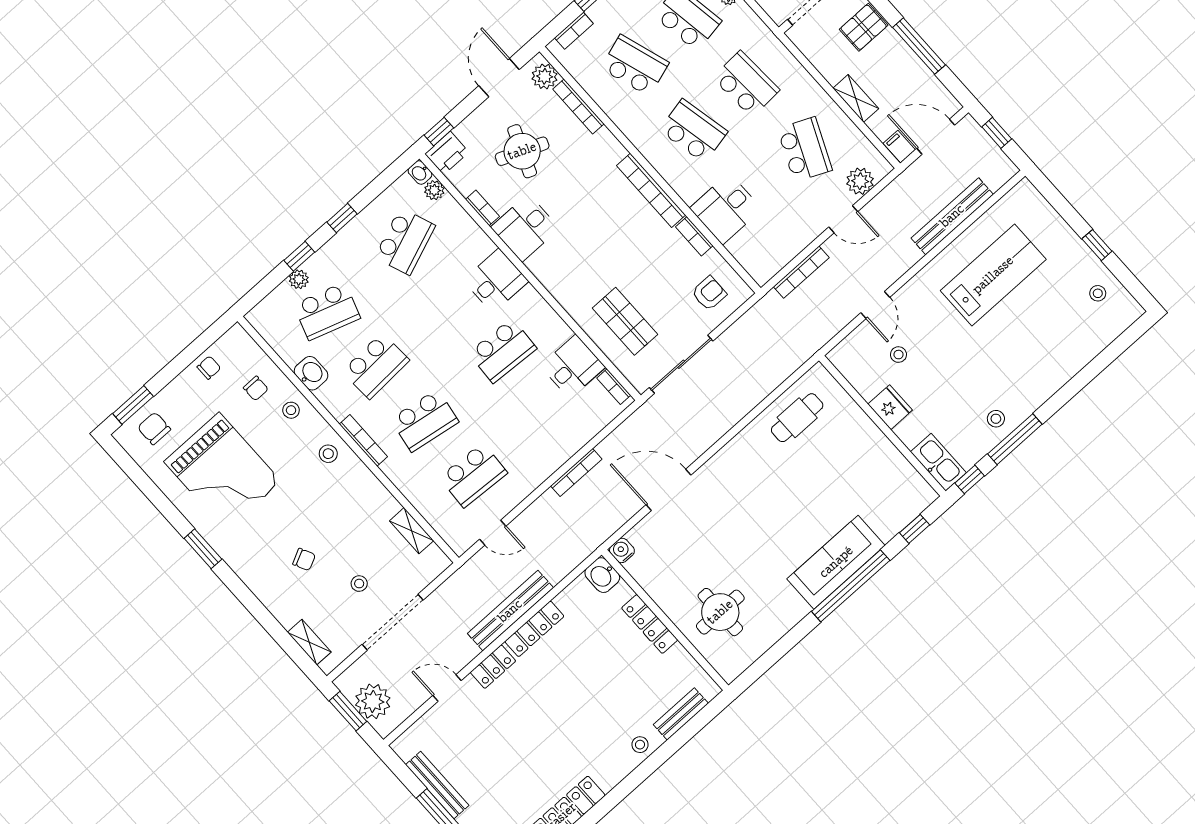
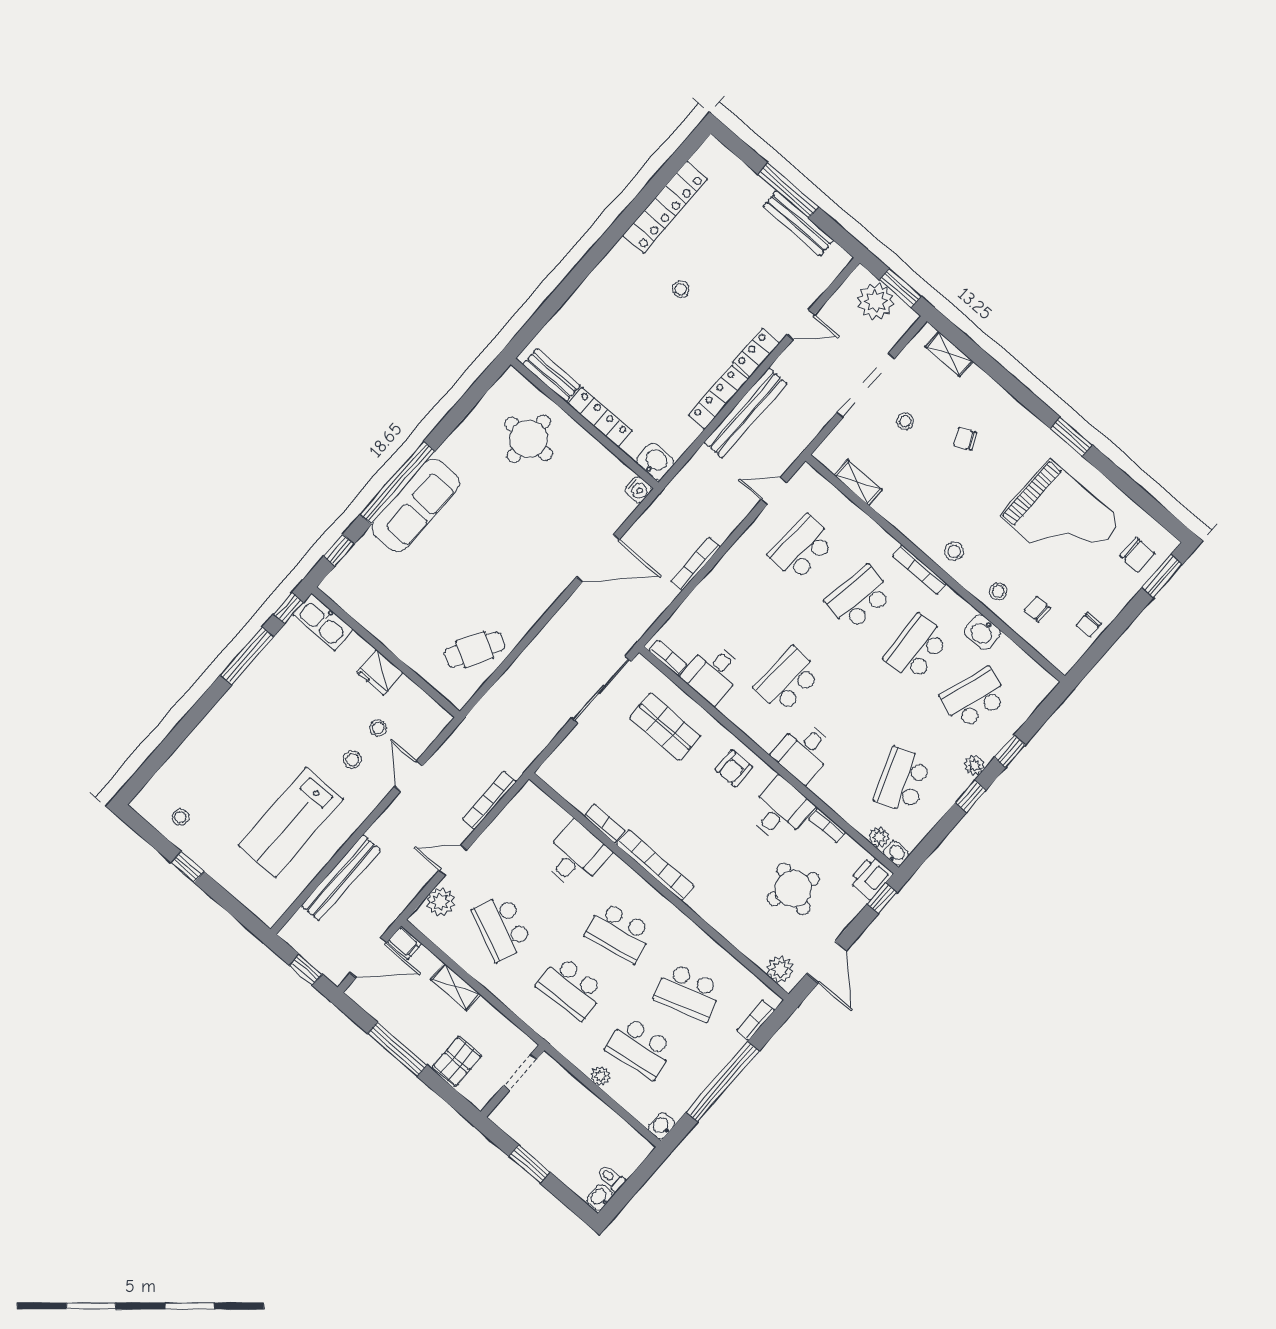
bookcase: (578, 106) -> (741, 942), removed
plant: (299, 279) -> (974, 765), moved
armchair: (709, 293) -> (734, 768), moved
cafe table: (797, 418) -> (475, 650), turned 30
stool: (996, 419) -> (352, 760), moved
grand piano: (222, 472) -> (1061, 519), turned 180
bench: (681, 714) -> (552, 375), moved, turned 90
stool: (640, 745) -> (681, 289), moved

